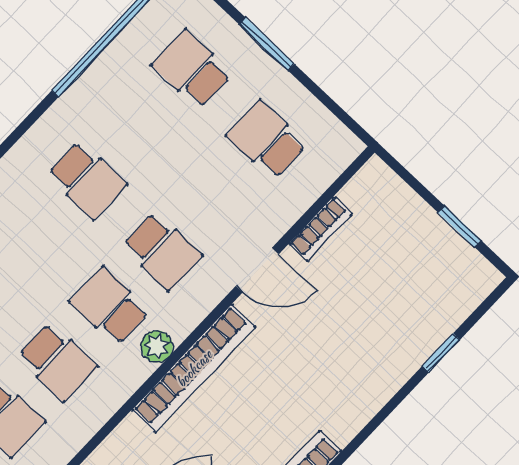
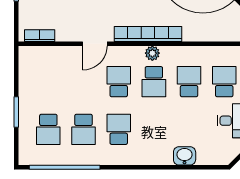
school desk: (267, 140) -> (84, 129), moved
bookcase: (321, 229) -> (40, 36), moved
door: (257, 270) -> (95, 44), swing flipped

